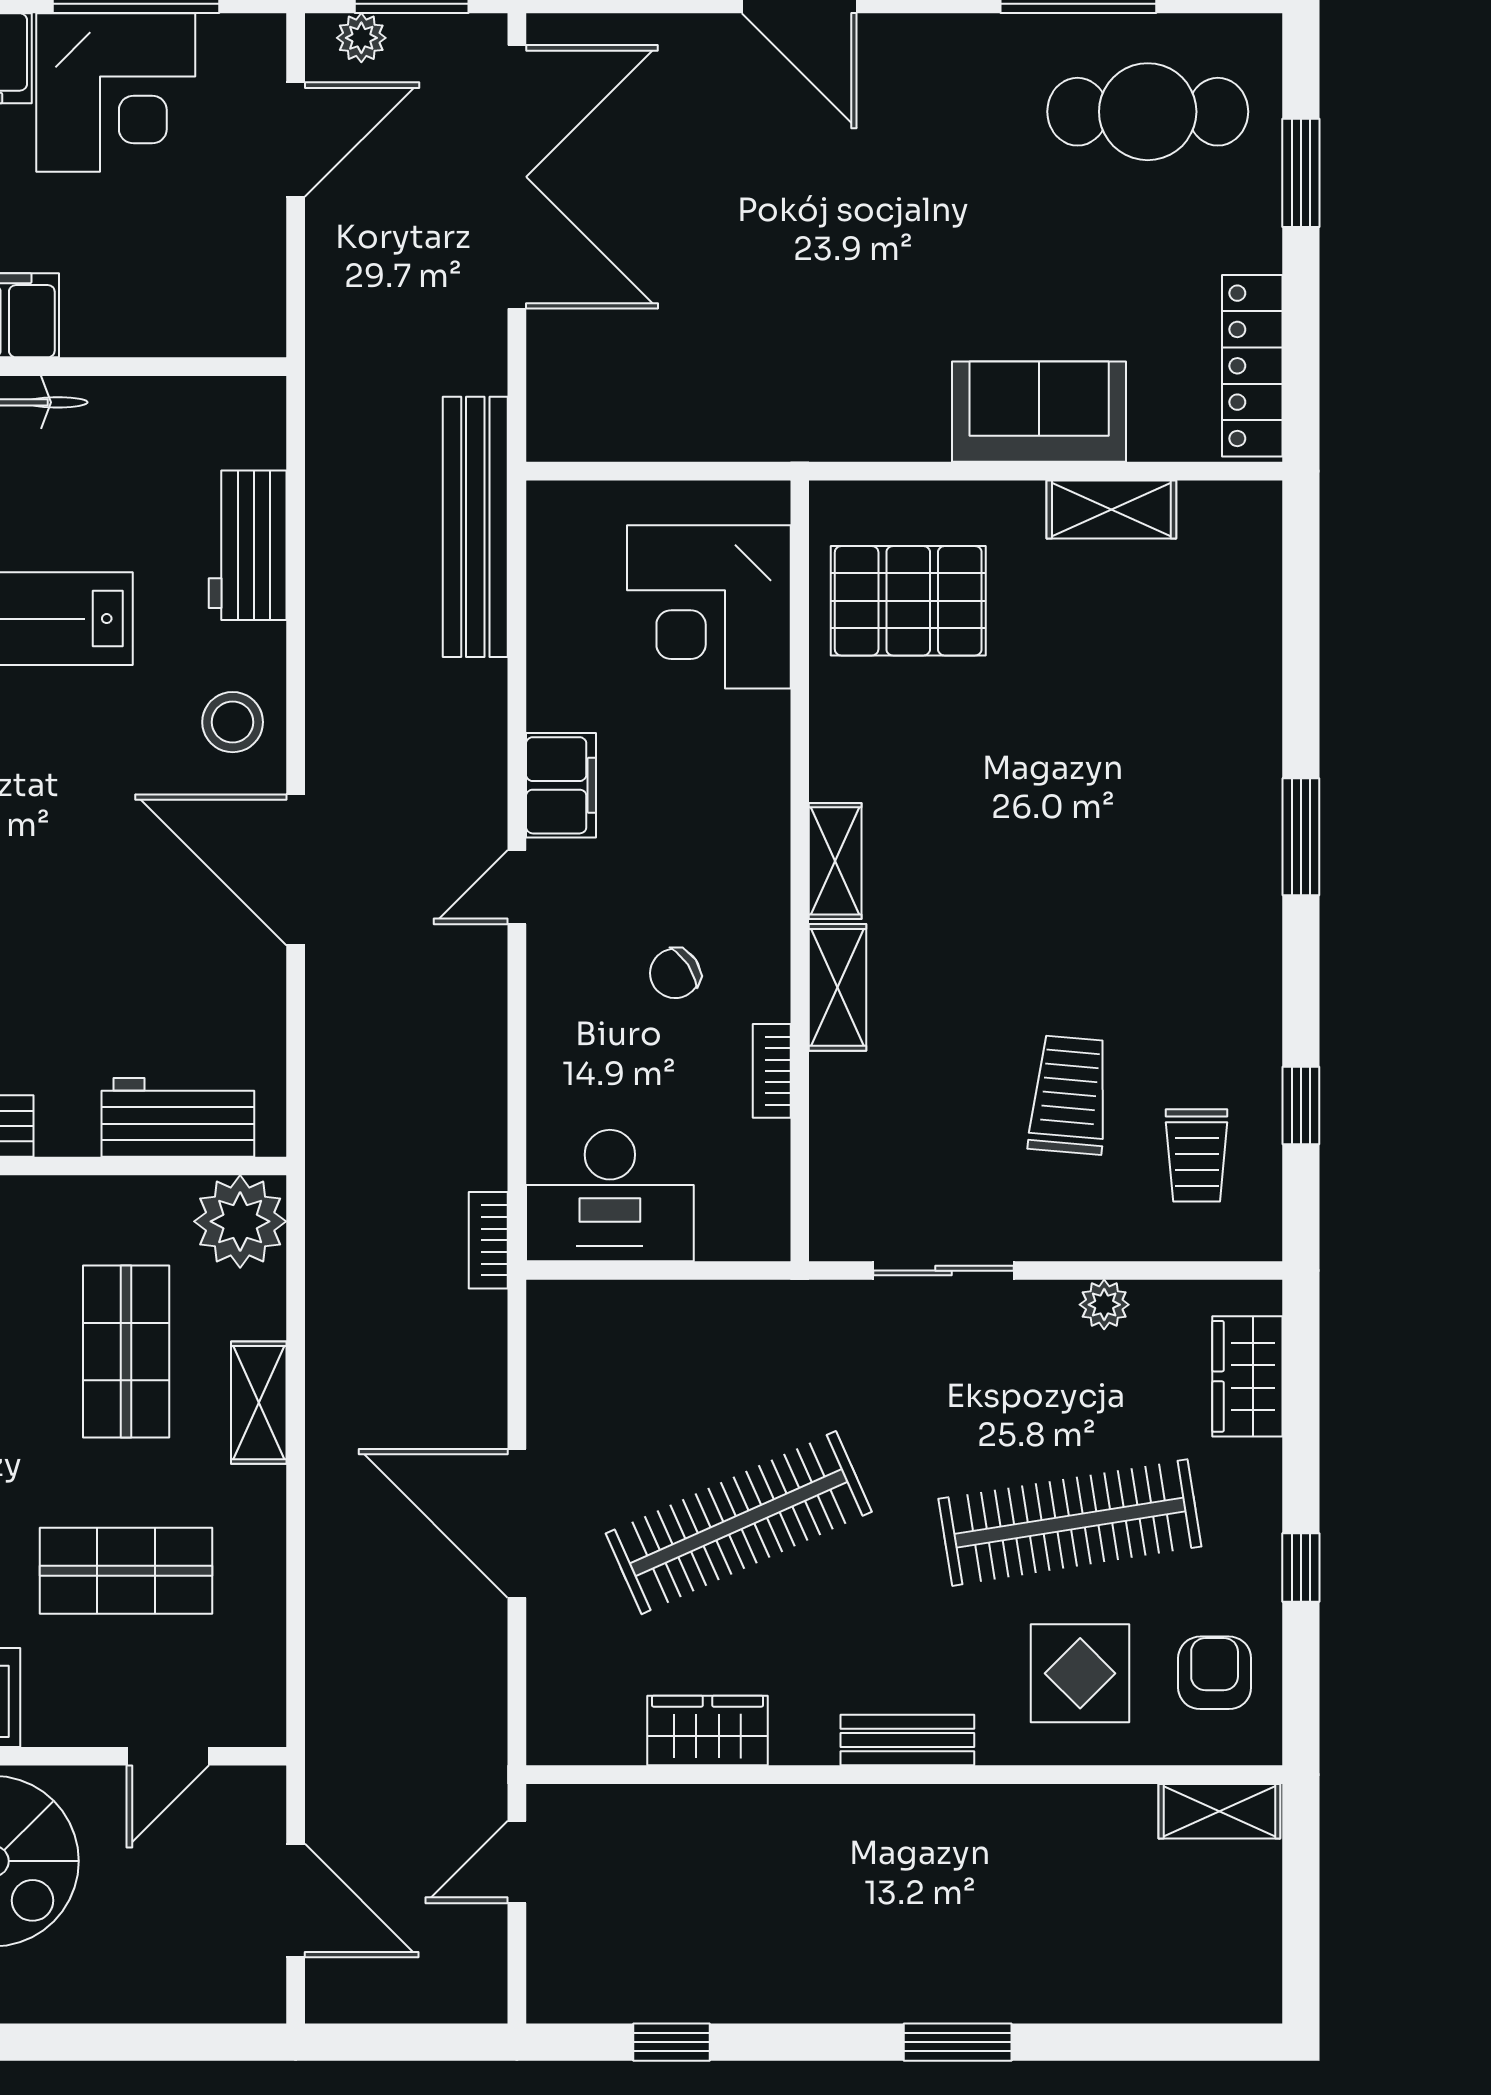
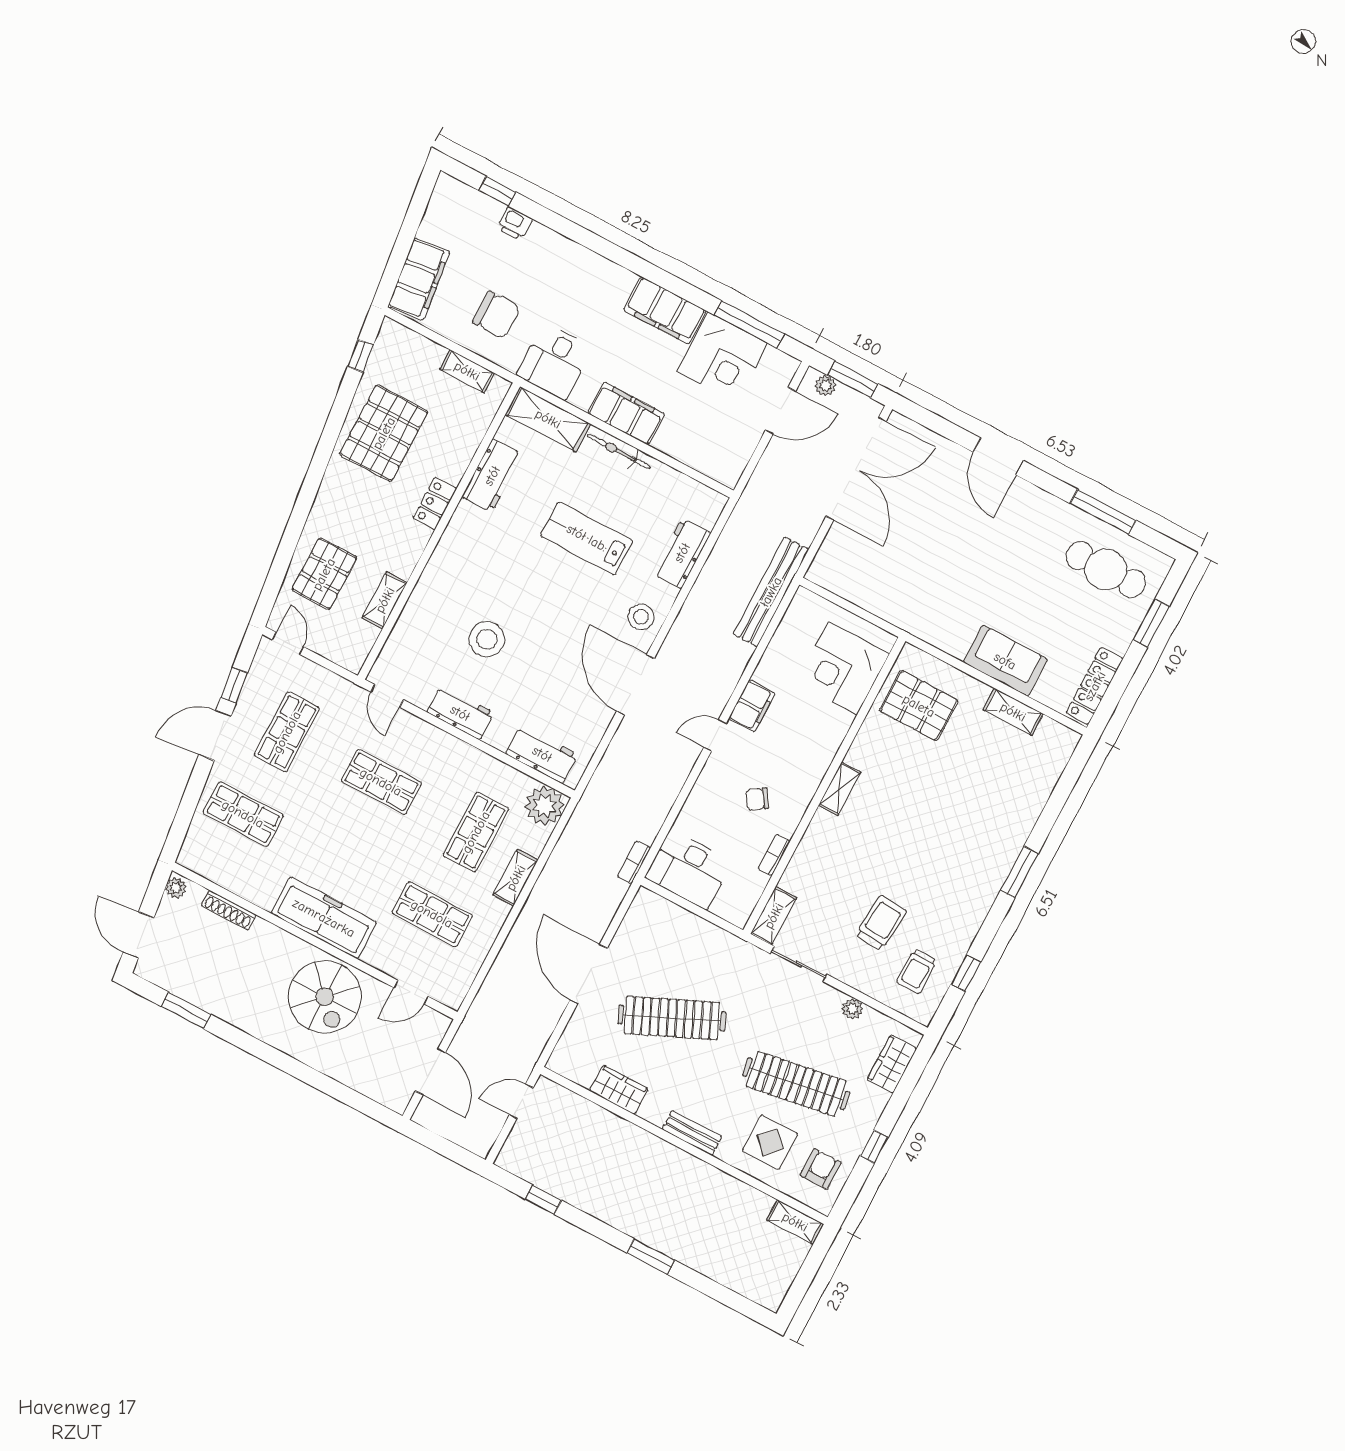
shelving: (838, 987) -> (774, 916), moved

